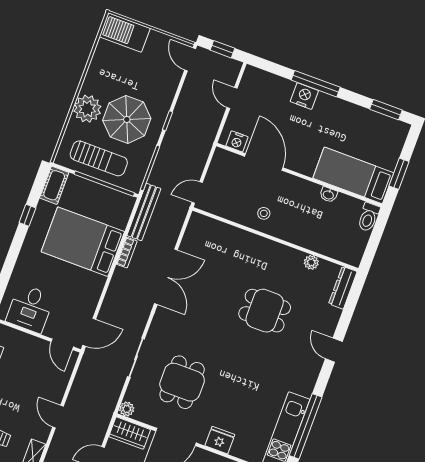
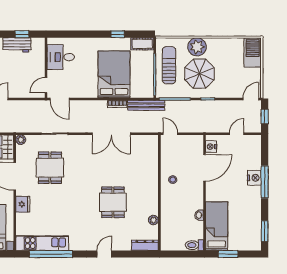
sun lounger: (99, 158) -> (169, 65), turned 180
dining table: (182, 382) -> (50, 168), turned 90

